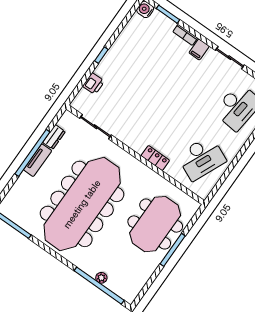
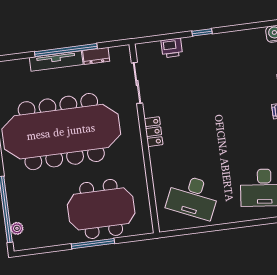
locker: (155, 158) -> (154, 132), moved
tv unit: (38, 160) -> (56, 61), width x1.41
plant: (101, 278) -> (17, 228), moved

